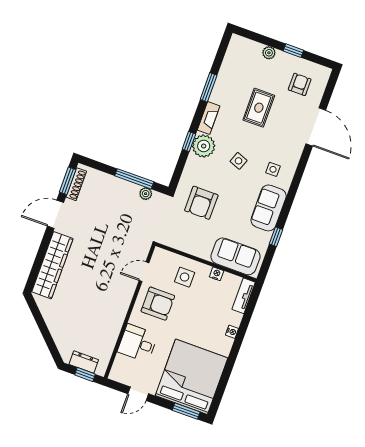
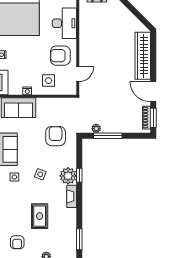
window: (209, 87) -> (79, 239), moved
door: (55, 214) -> (153, 92), swing flipped
desk: (138, 343) -> (64, 23), width x1.37

